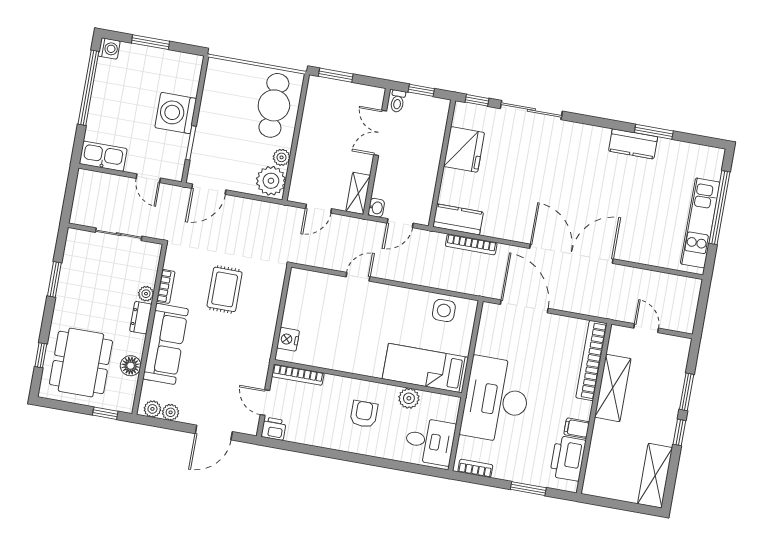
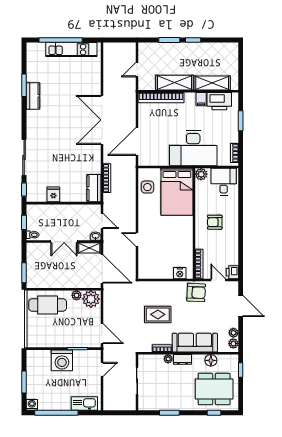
double door: (380, 133) -> (64, 242), moved
fridge: (464, 149) -> (53, 194), width x0.53, depth x0.75
kitchen sink: (103, 156) -> (84, 404), moved, turned 90
door: (319, 209) -> (102, 269), width x1.87
armchair: (250, 361) -> (196, 293), added
bed: (425, 368) -> (177, 192), width x1.50
plant: (409, 398) -> (201, 174), moved
door: (265, 403) -> (218, 280), swing flipped
shelving: (655, 476) -> (212, 83), moved

